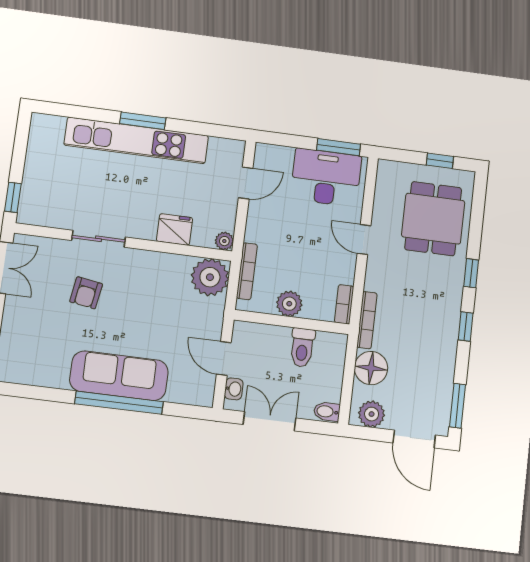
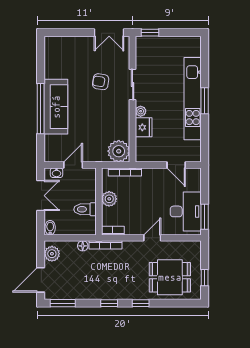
plant: (224, 241) -> (141, 111), moved
floor lamp: (371, 368) -> (83, 246), width x0.53, depth x0.53

